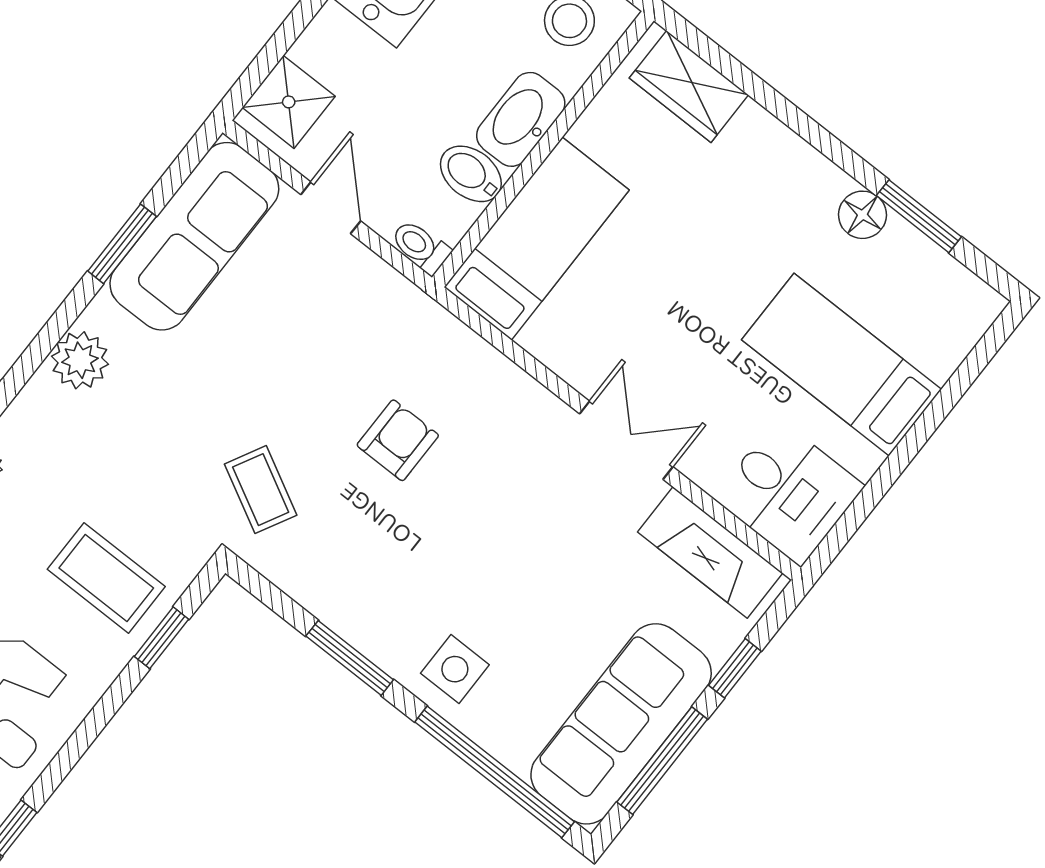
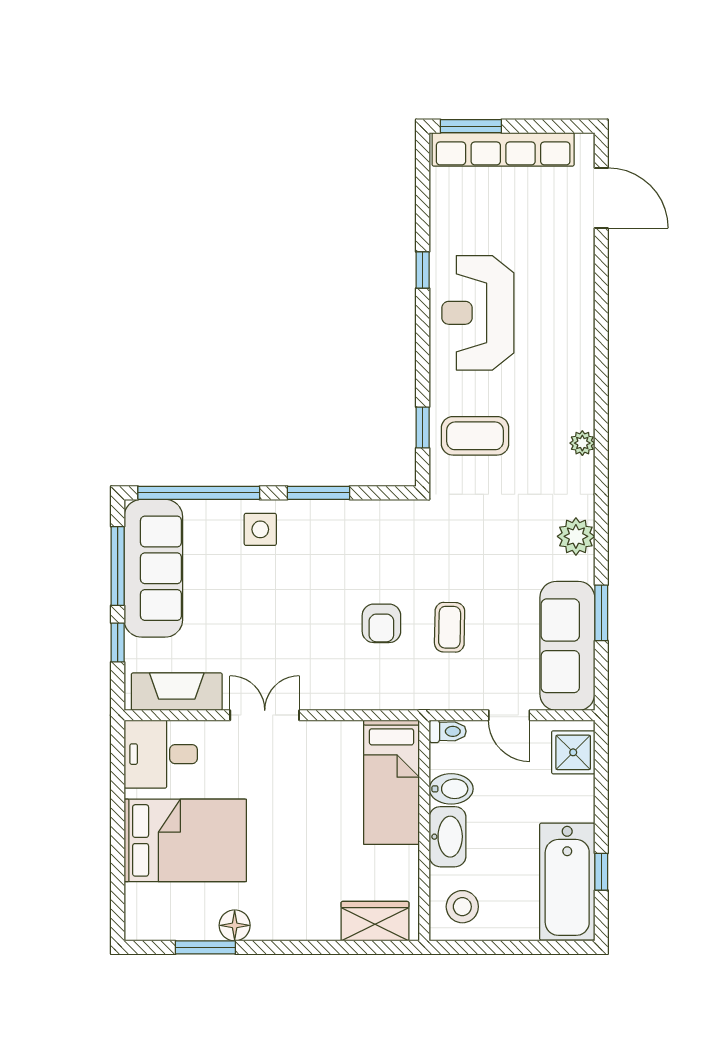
bed: (842, 365) -> (185, 840), width x1.50
double door: (626, 440) -> (265, 715), swing flipped
coffee table: (261, 490) -> (450, 627), moved, turned 63

